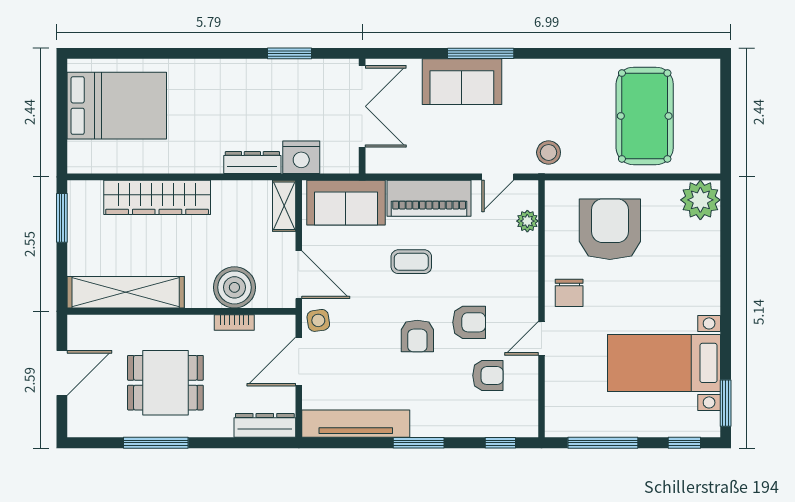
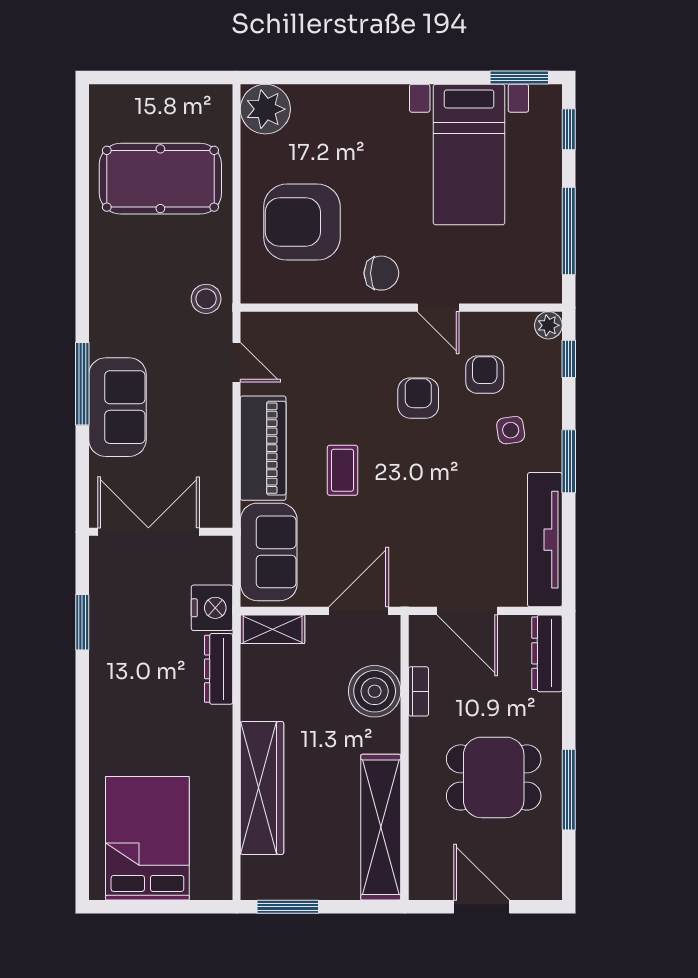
plant: (527, 221) -> (548, 325), moved
side table: (318, 320) -> (511, 430), moved
armchair: (417, 336) -> (435, 463), removed
dining table: (165, 383) -> (494, 777), turned 90

